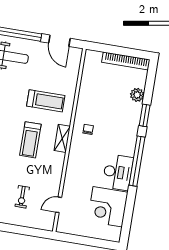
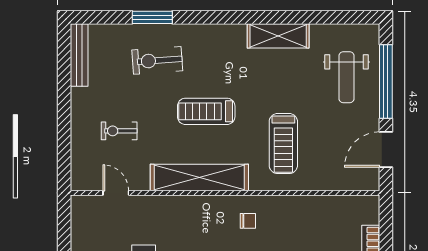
shelving: (62, 138) -> (199, 177), width x2.20, depth x1.33
treadmill: (30, 140) -> (206, 111), moved

